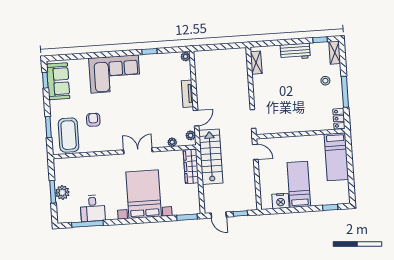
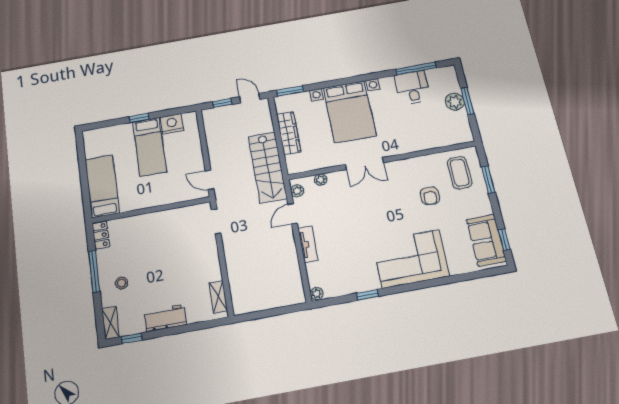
coffee table: (69, 135) -> (460, 173), width x0.73, depth x0.76
wardrobe: (191, 166) -> (289, 133), moved
window: (330, 207) -> (139, 118), moved

